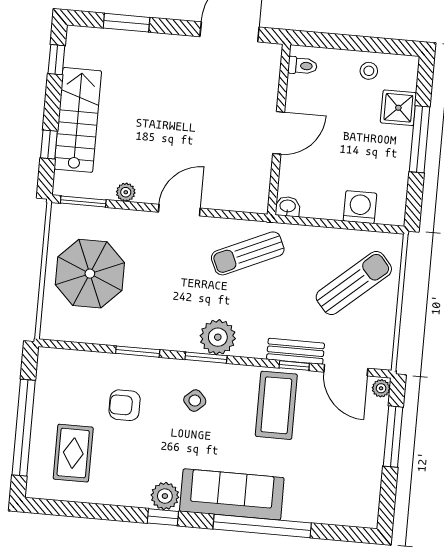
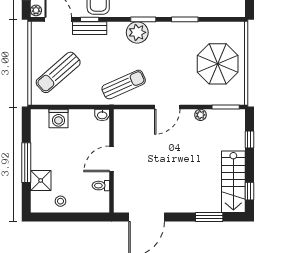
toilet: (302, 66) -> (101, 186), moved
stairs: (78, 120) -> (233, 182), moved

